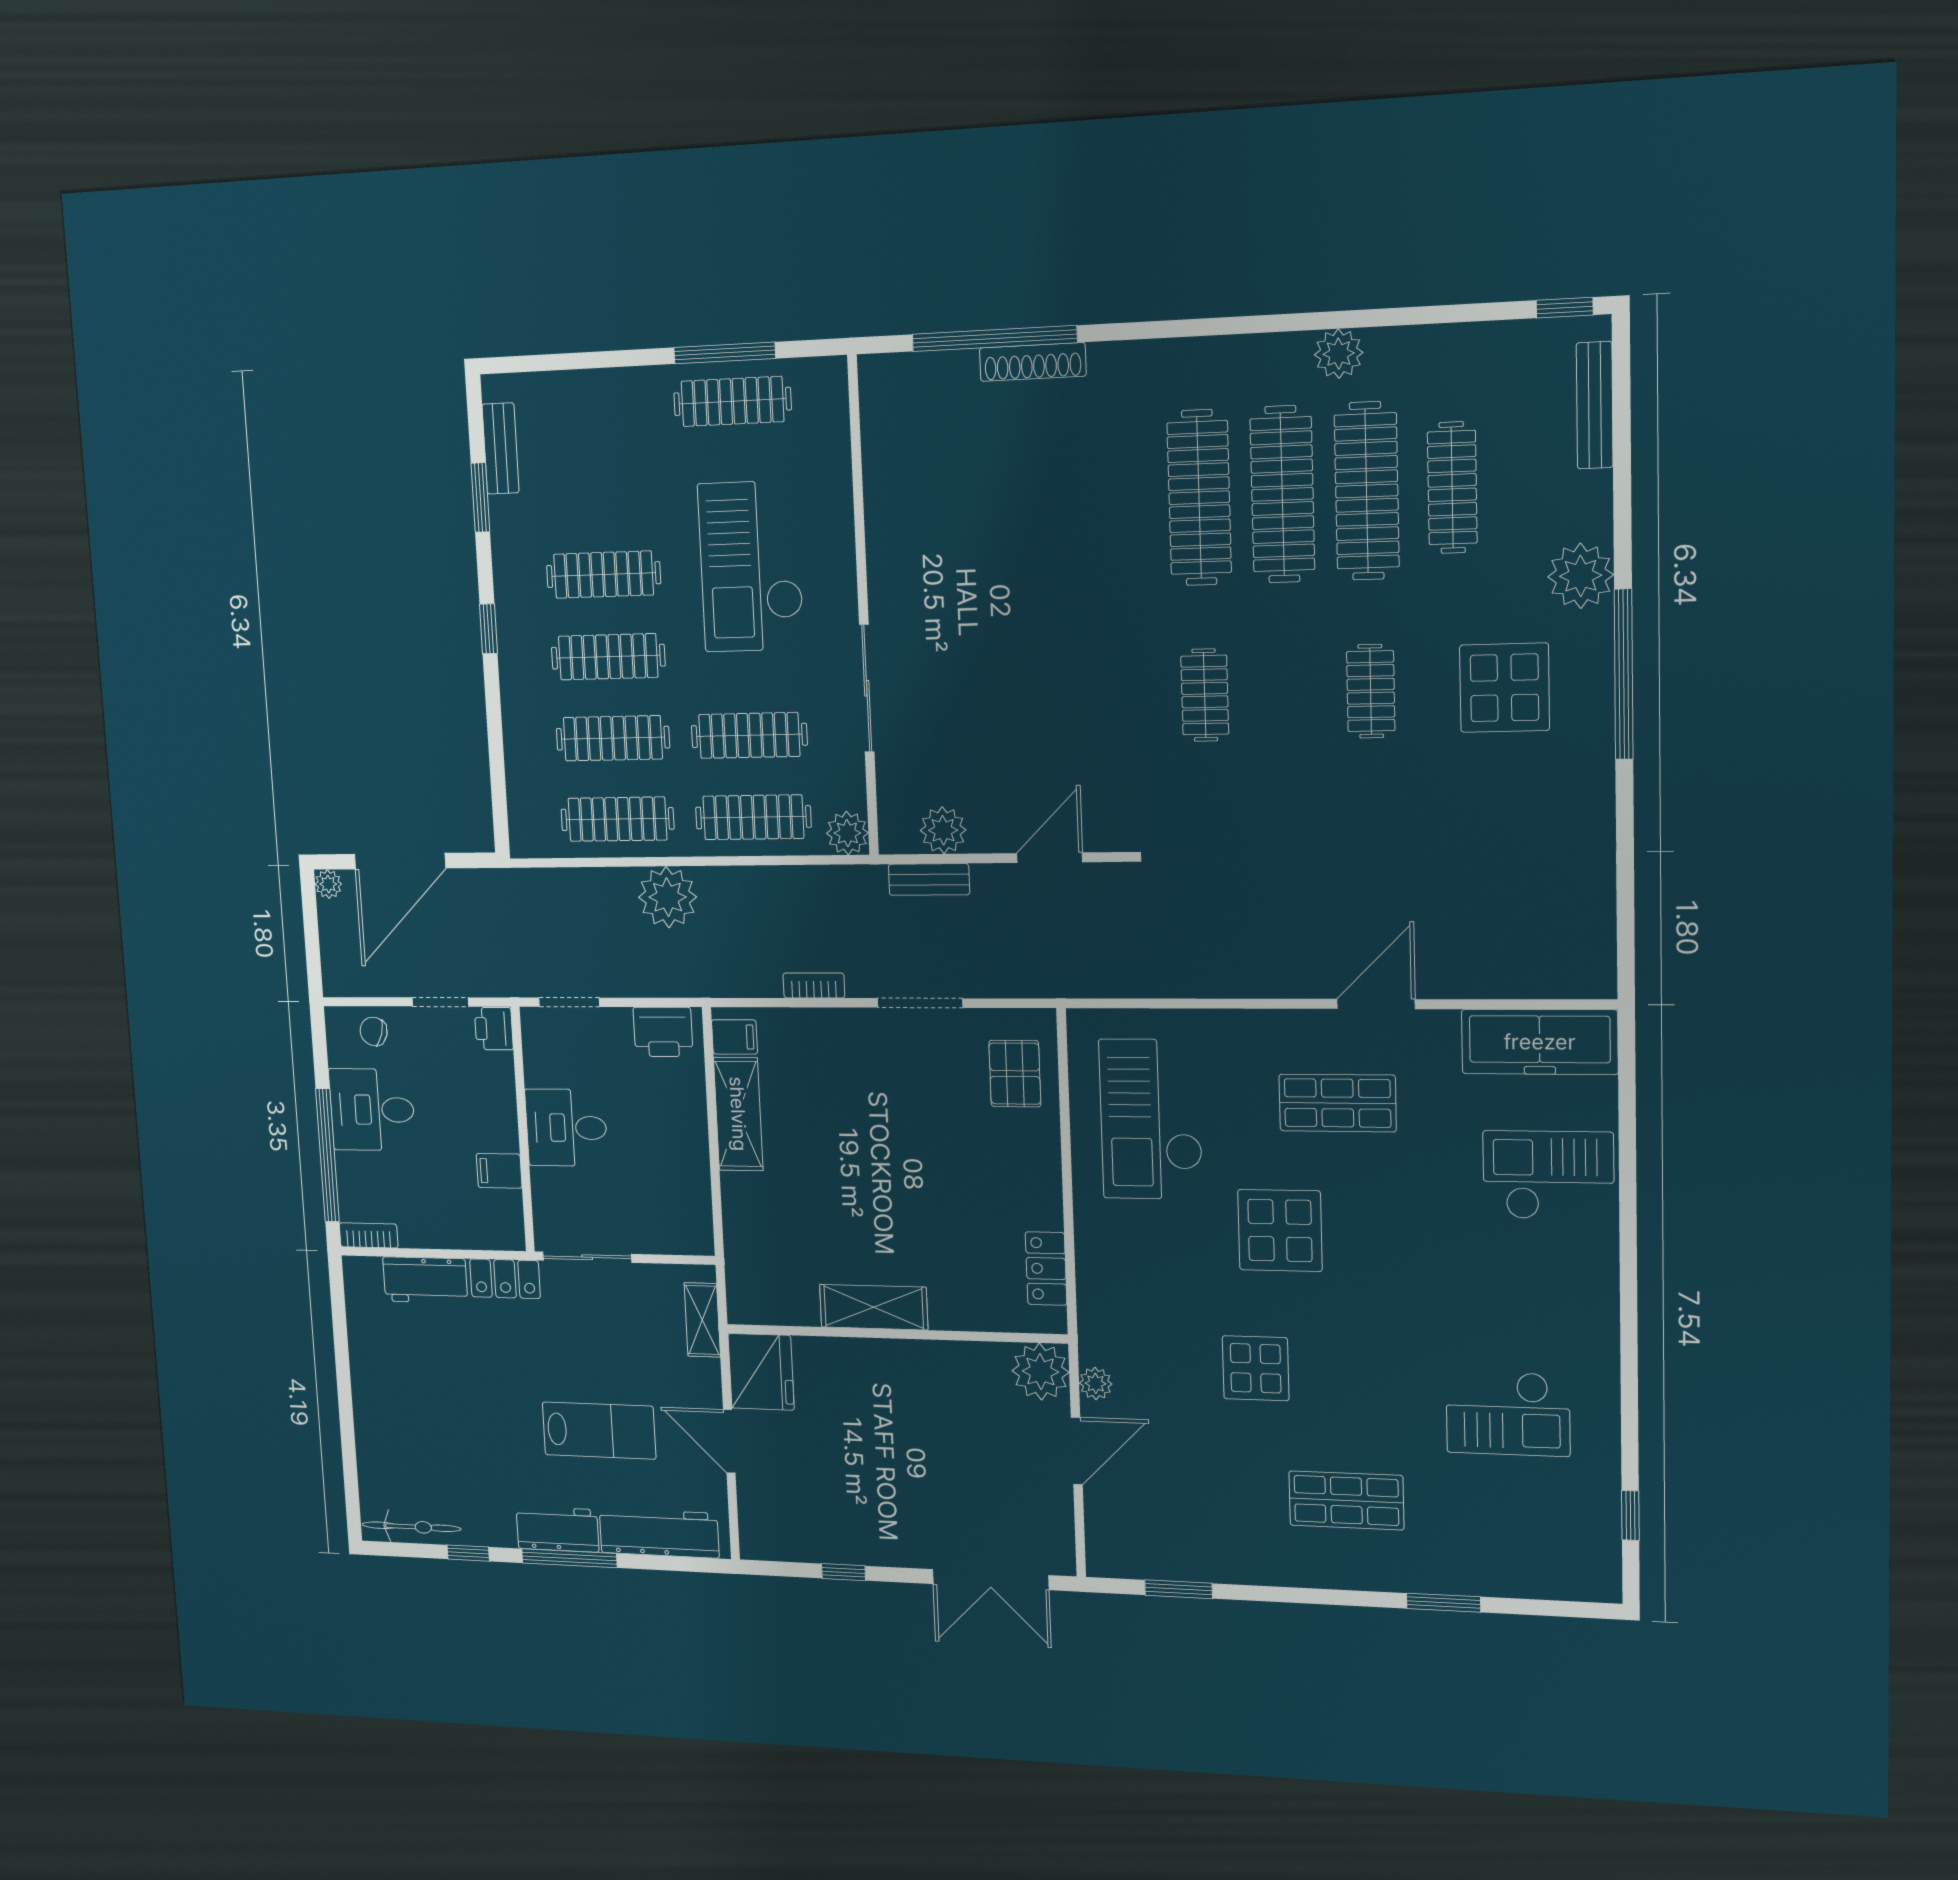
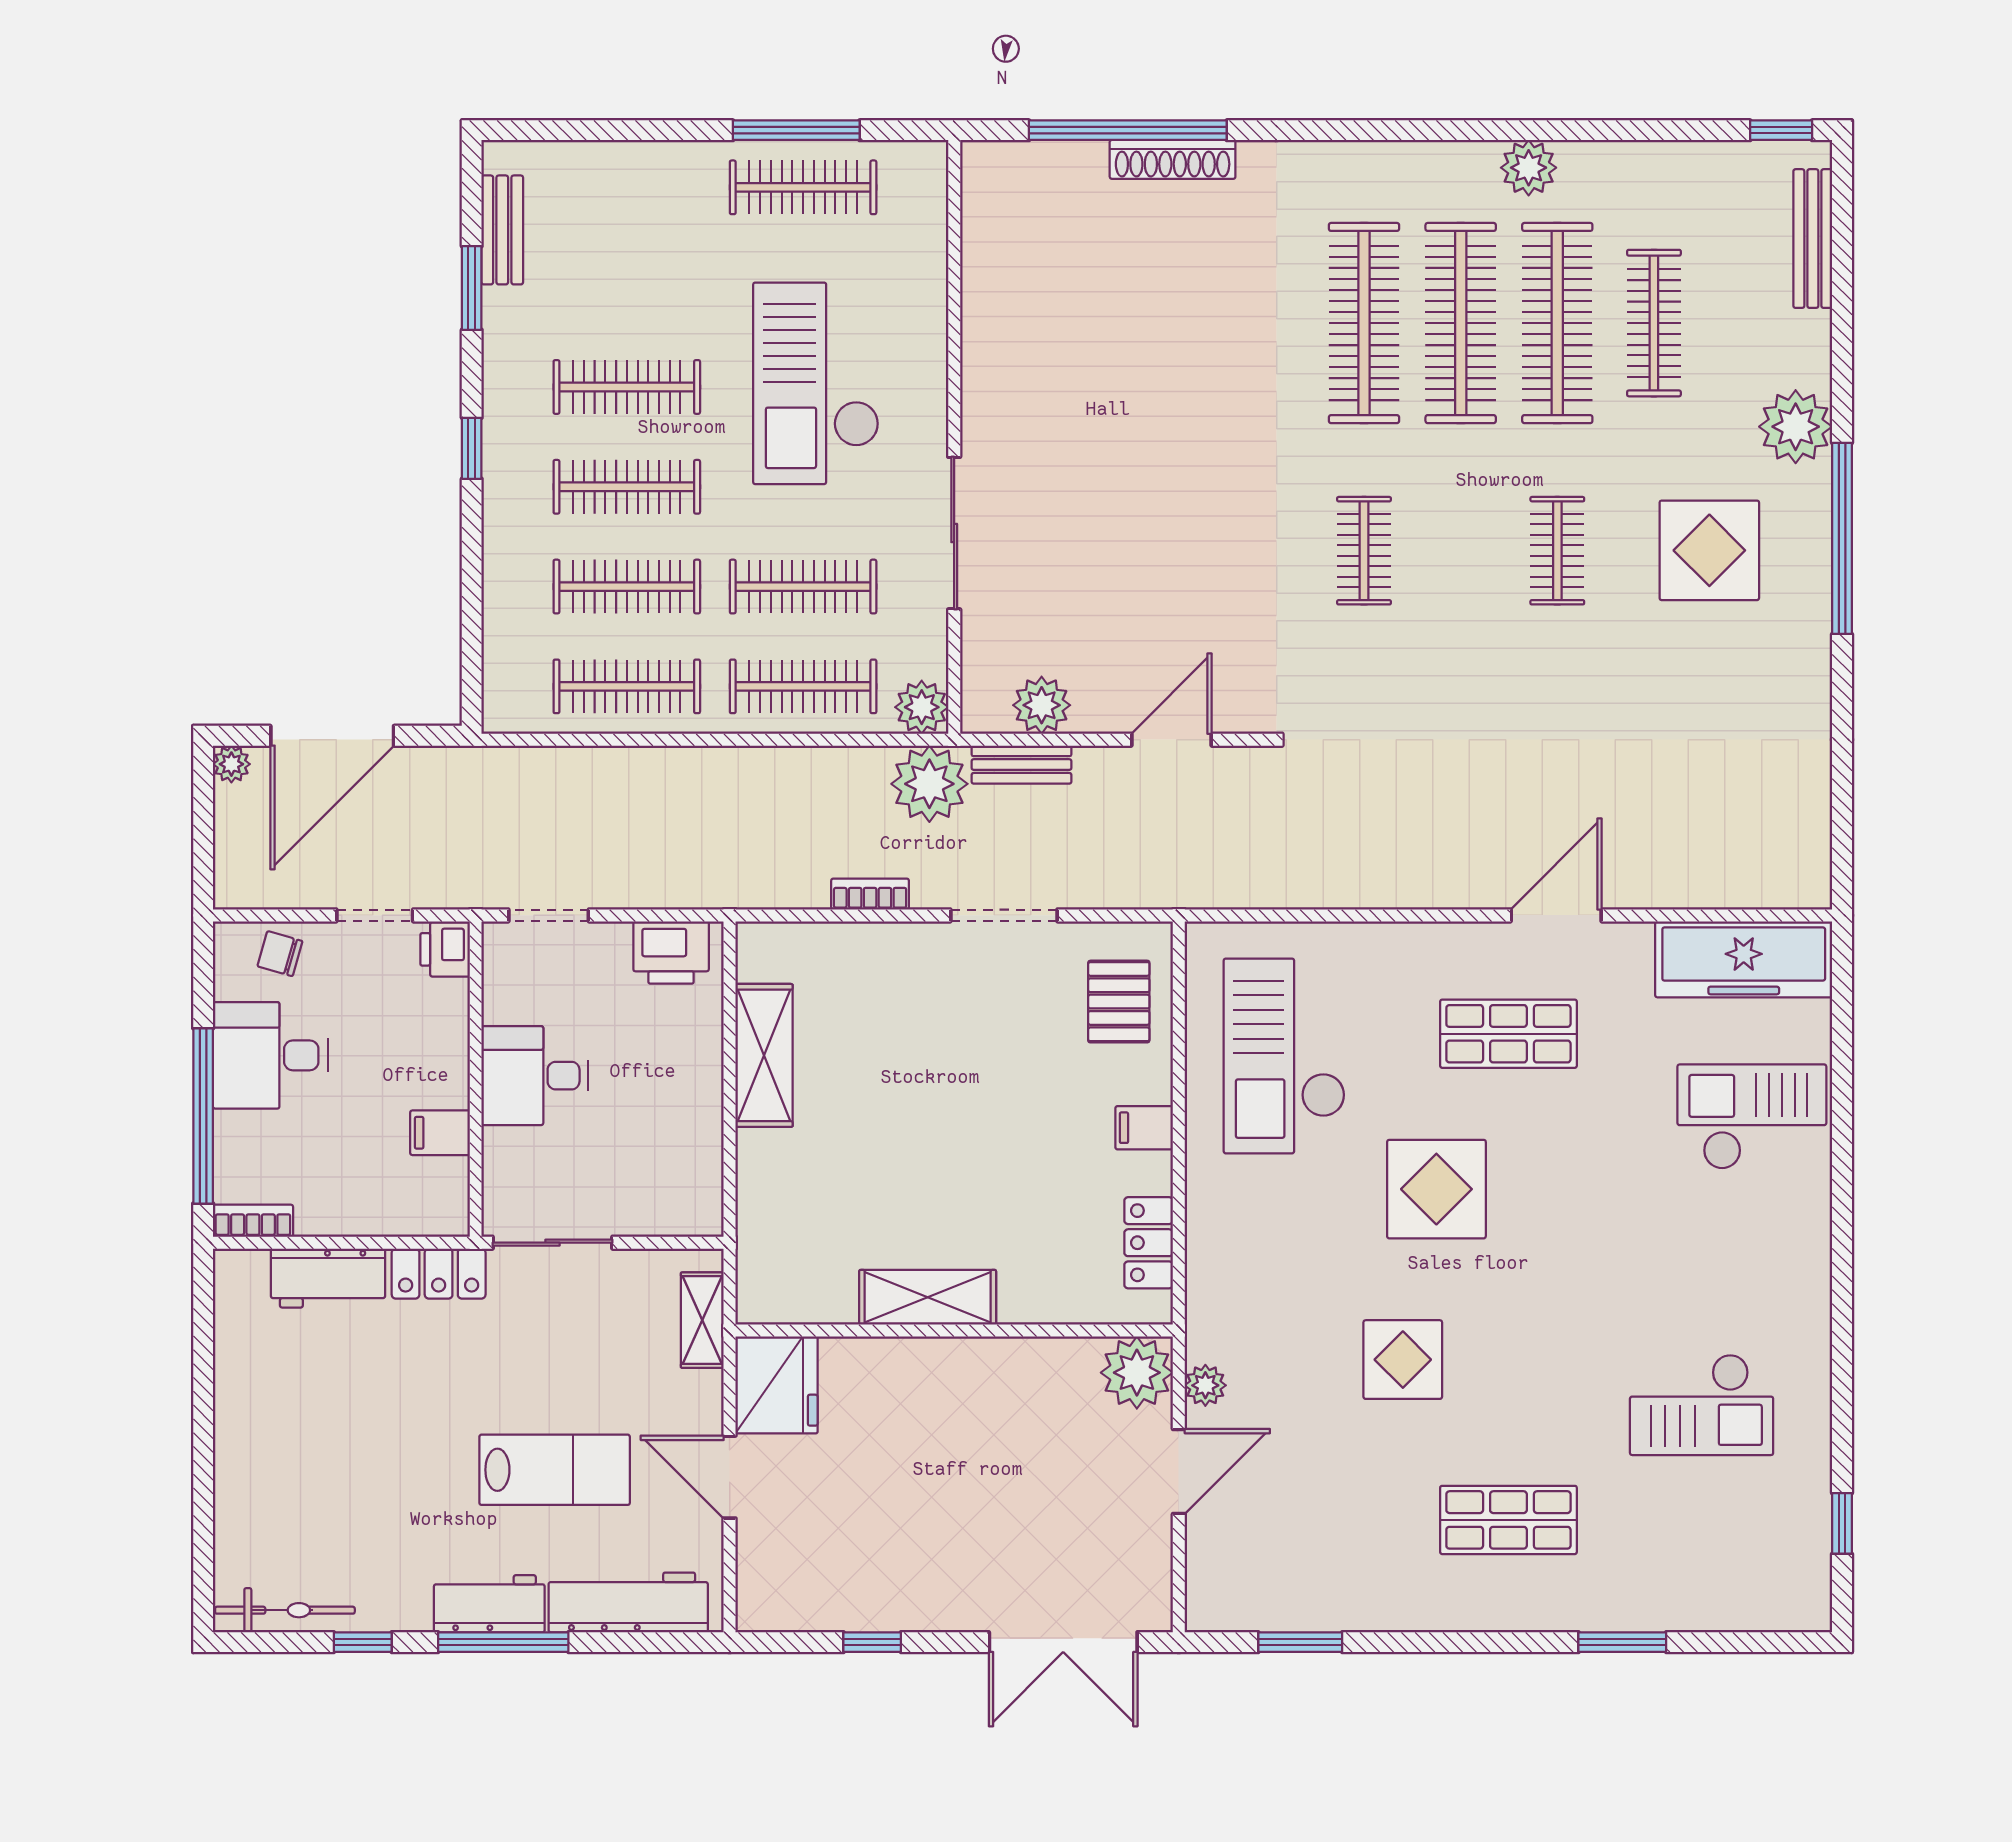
plant: (668, 897) -> (929, 784), moved
filing cabinet: (734, 1037) -> (1144, 1128), moved, turned 180

